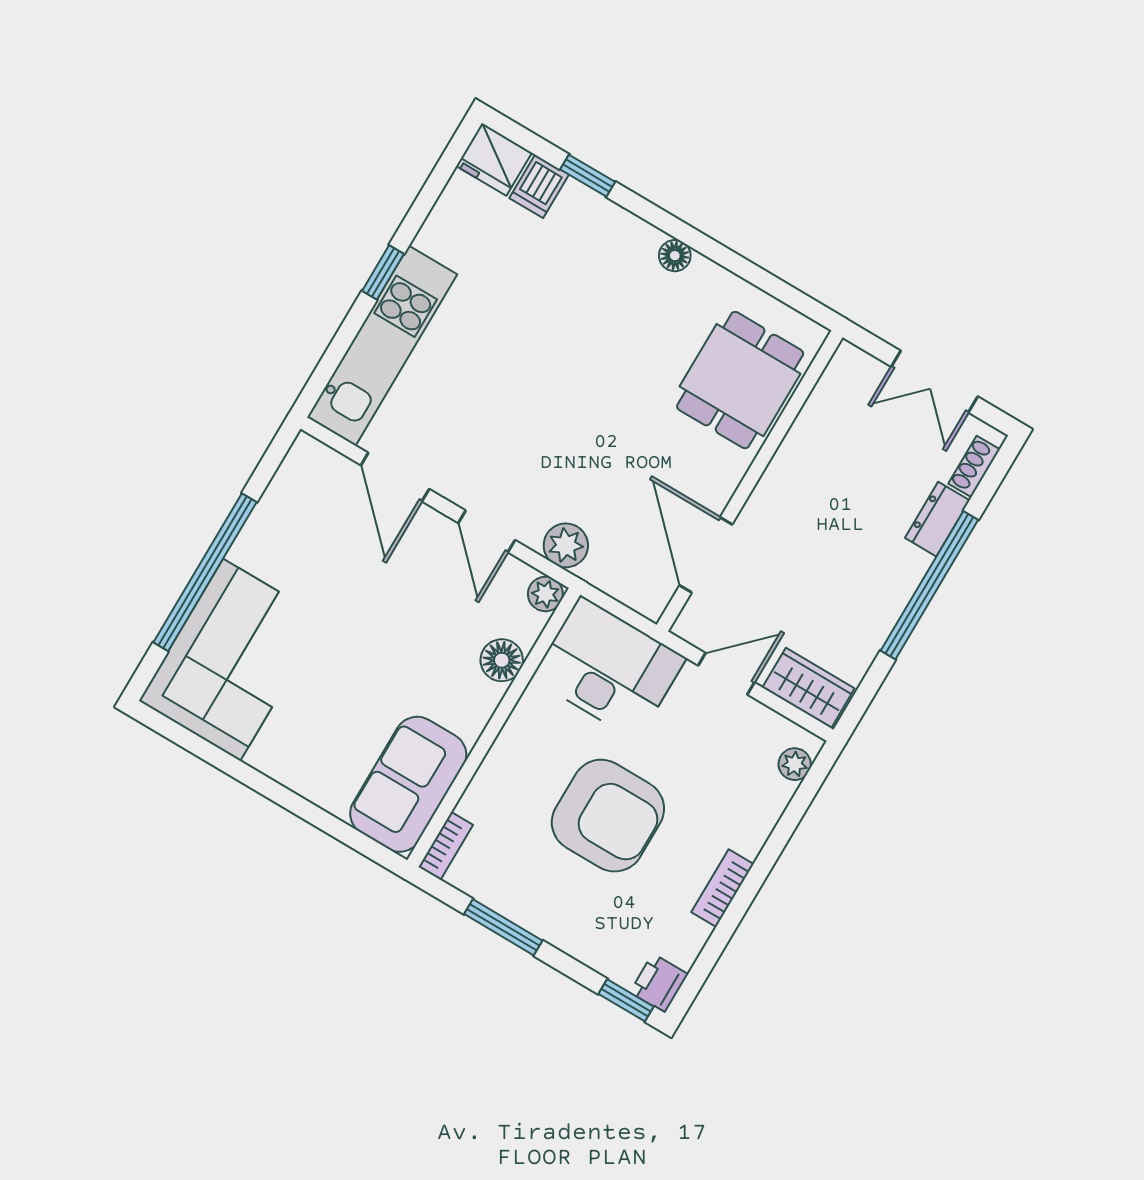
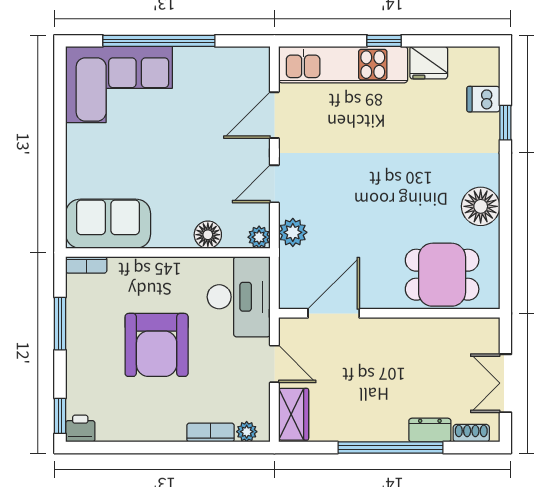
fridge: (494, 159) -> (429, 63), moved, turned -90
floor lamp: (675, 256) -> (481, 206), width x1.89, depth x1.89
bookcase: (722, 888) -> (211, 433), moved

